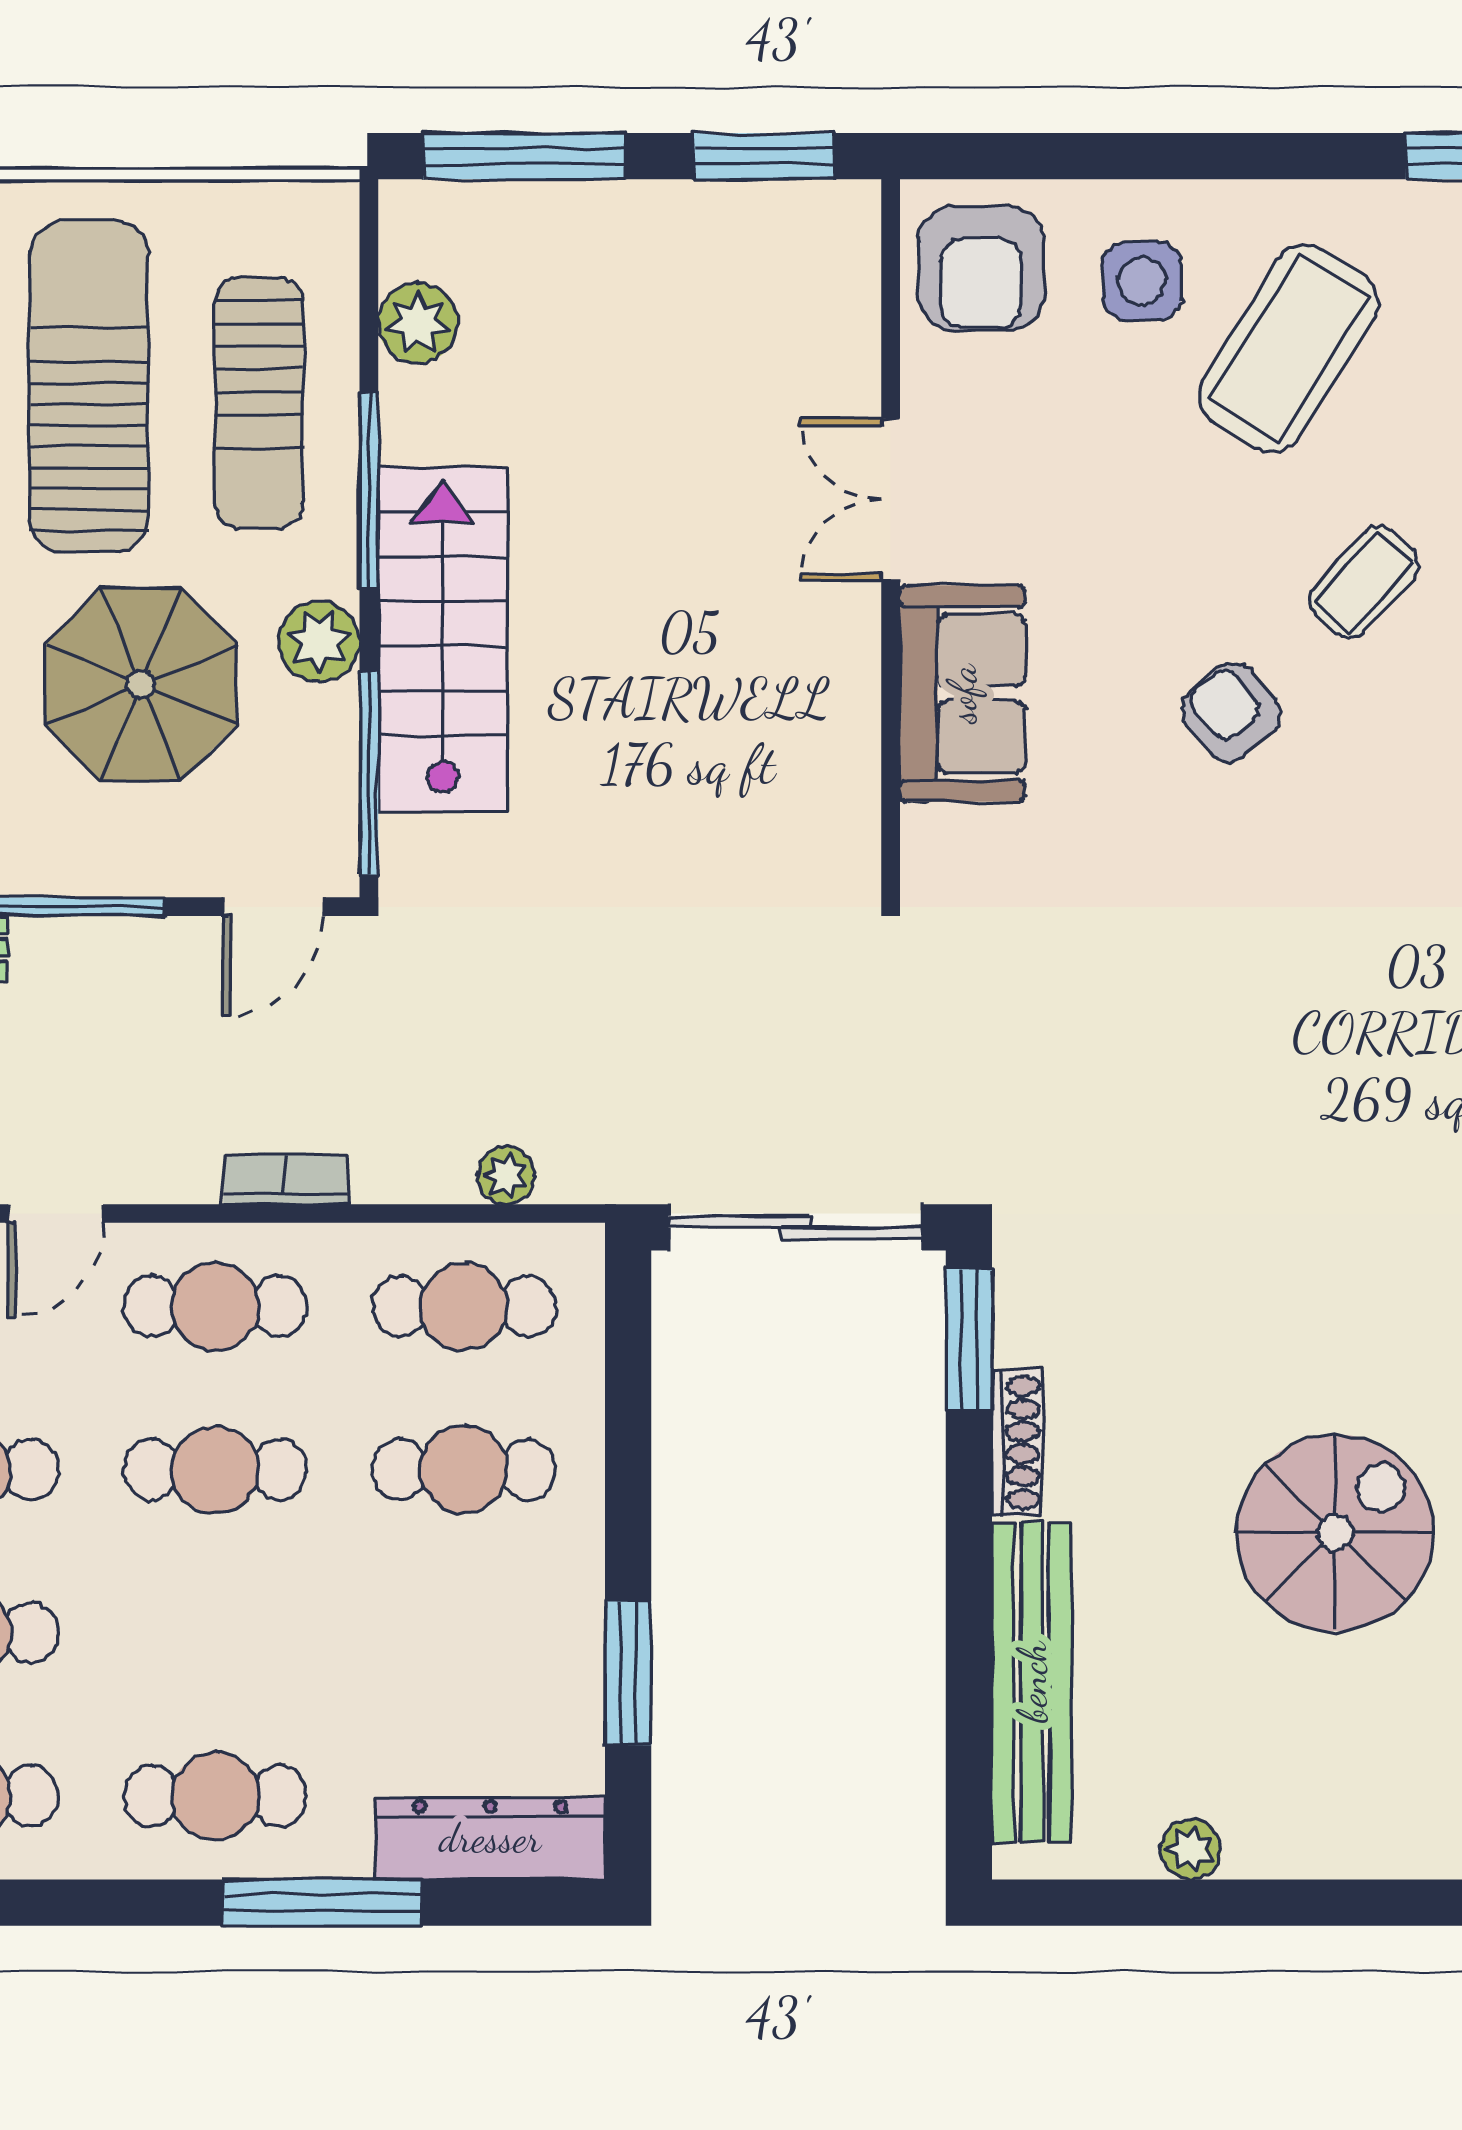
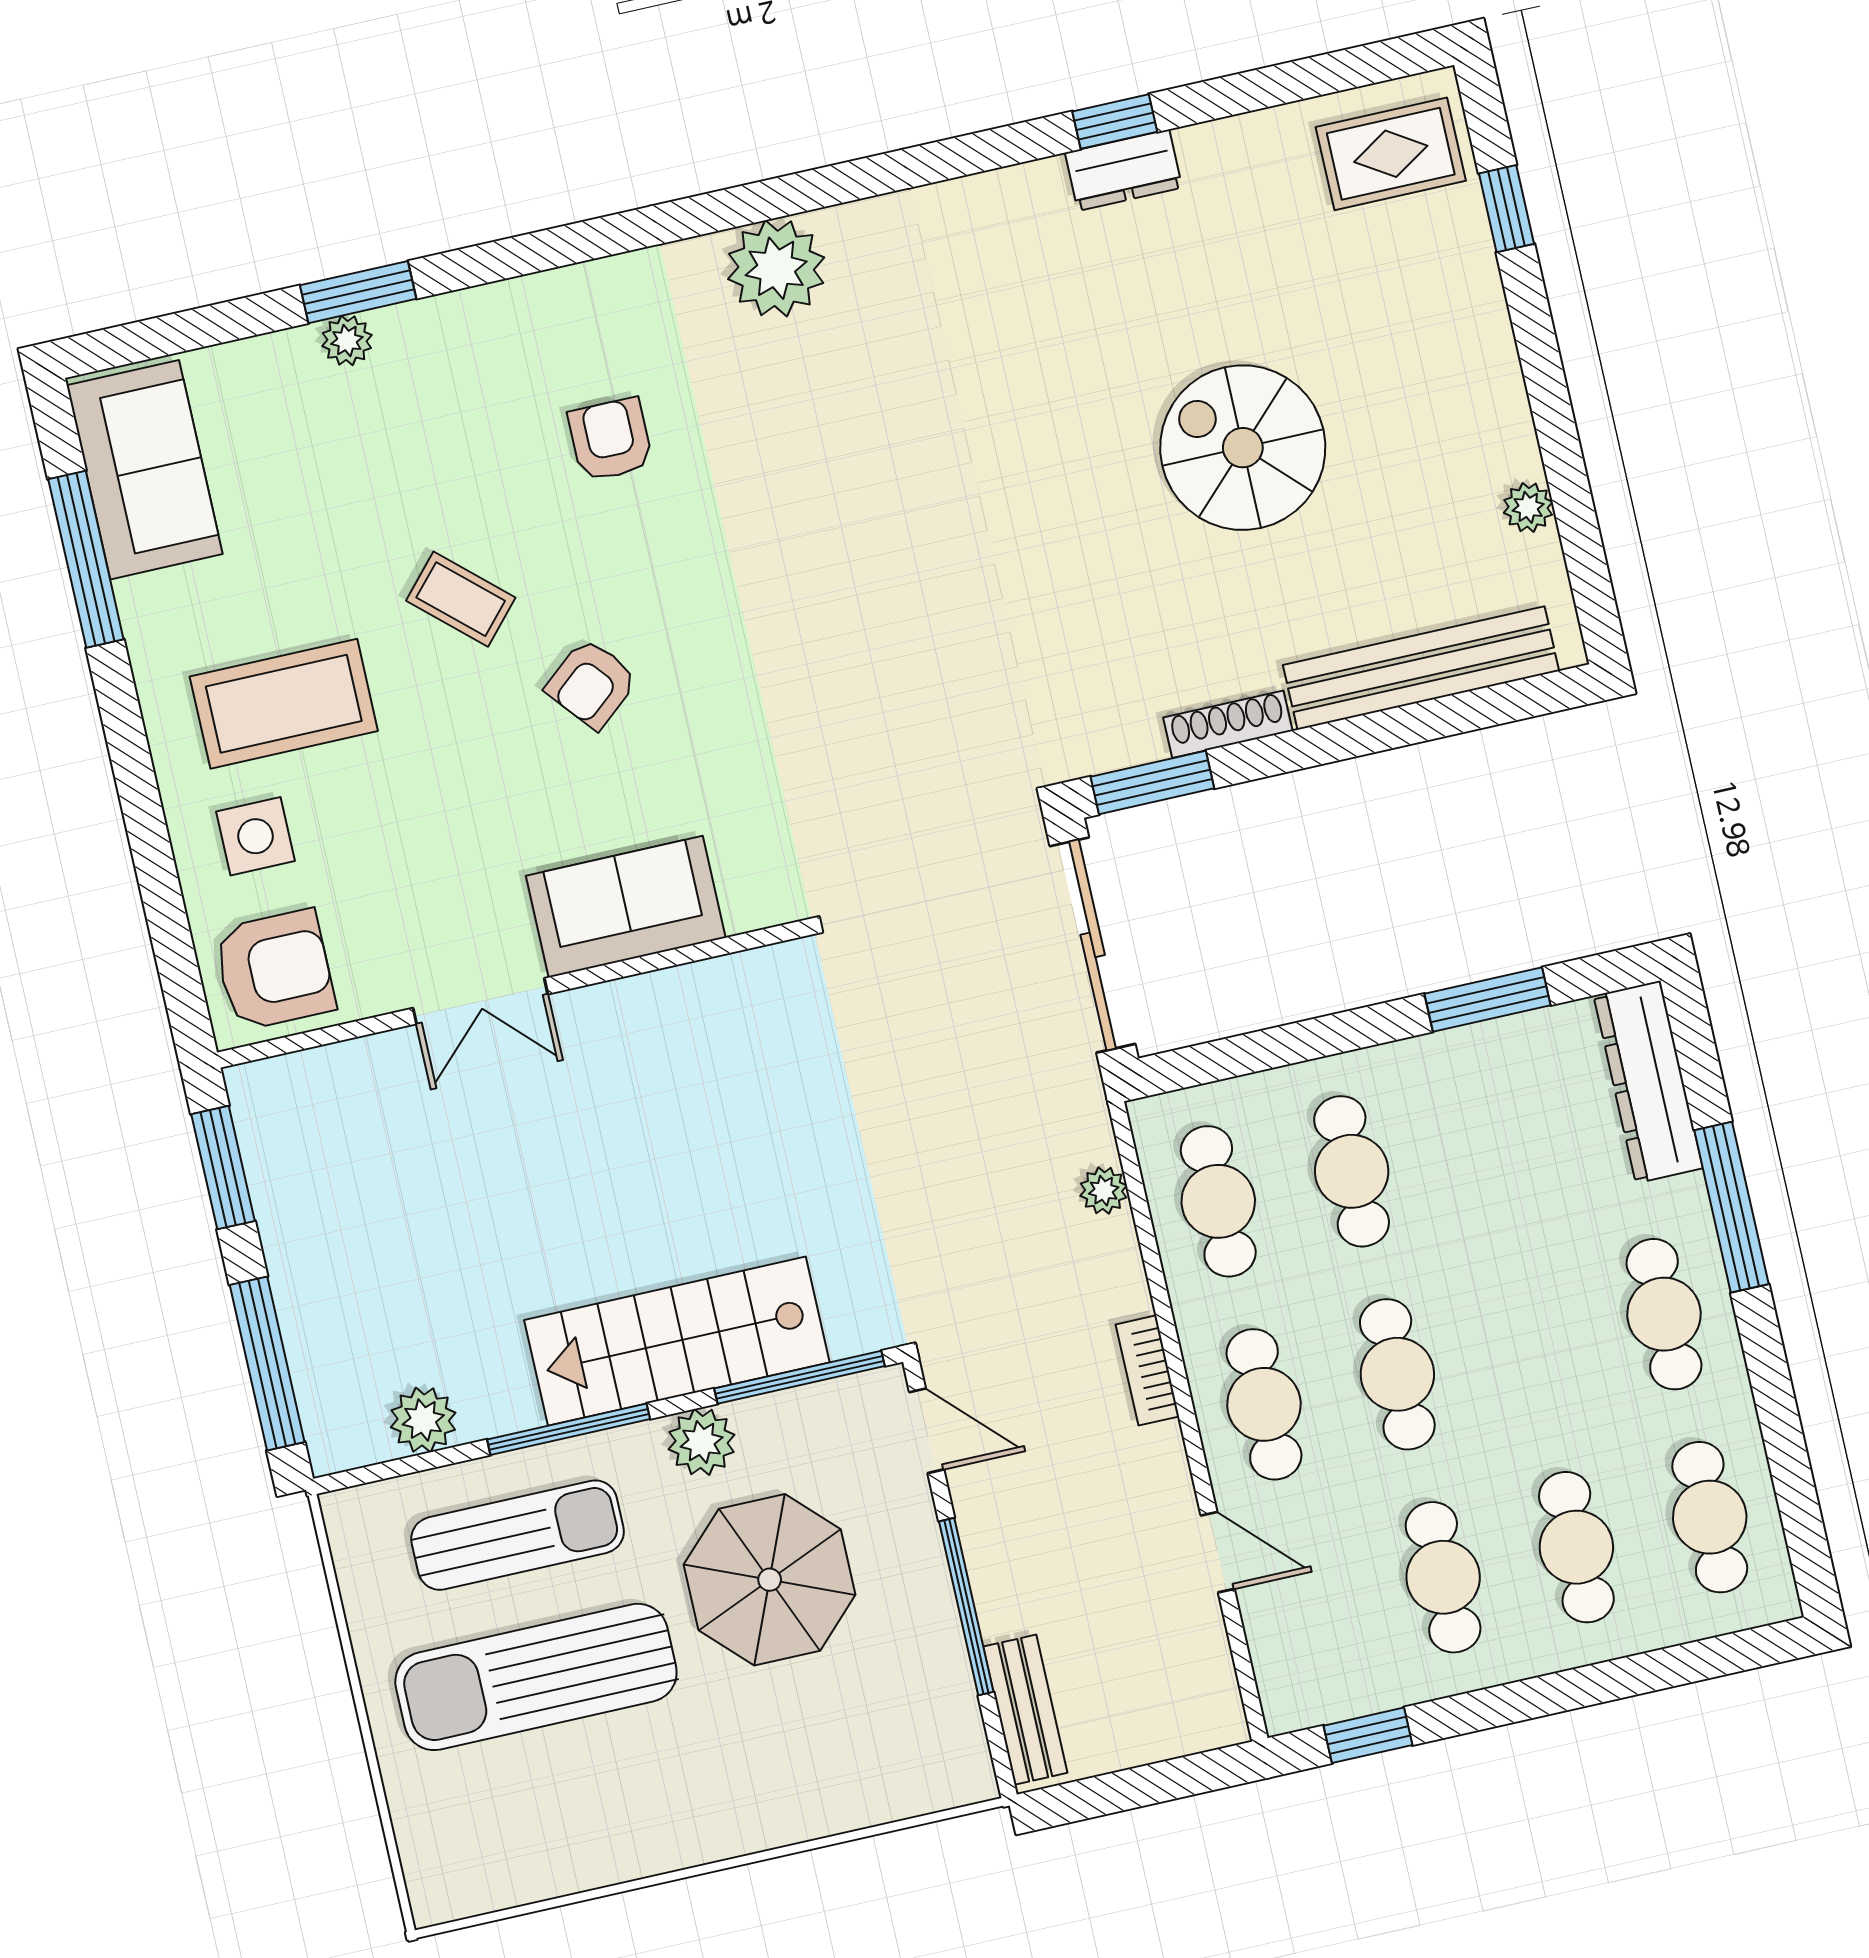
coffee table: (1289, 349) -> (284, 704), turned -32

